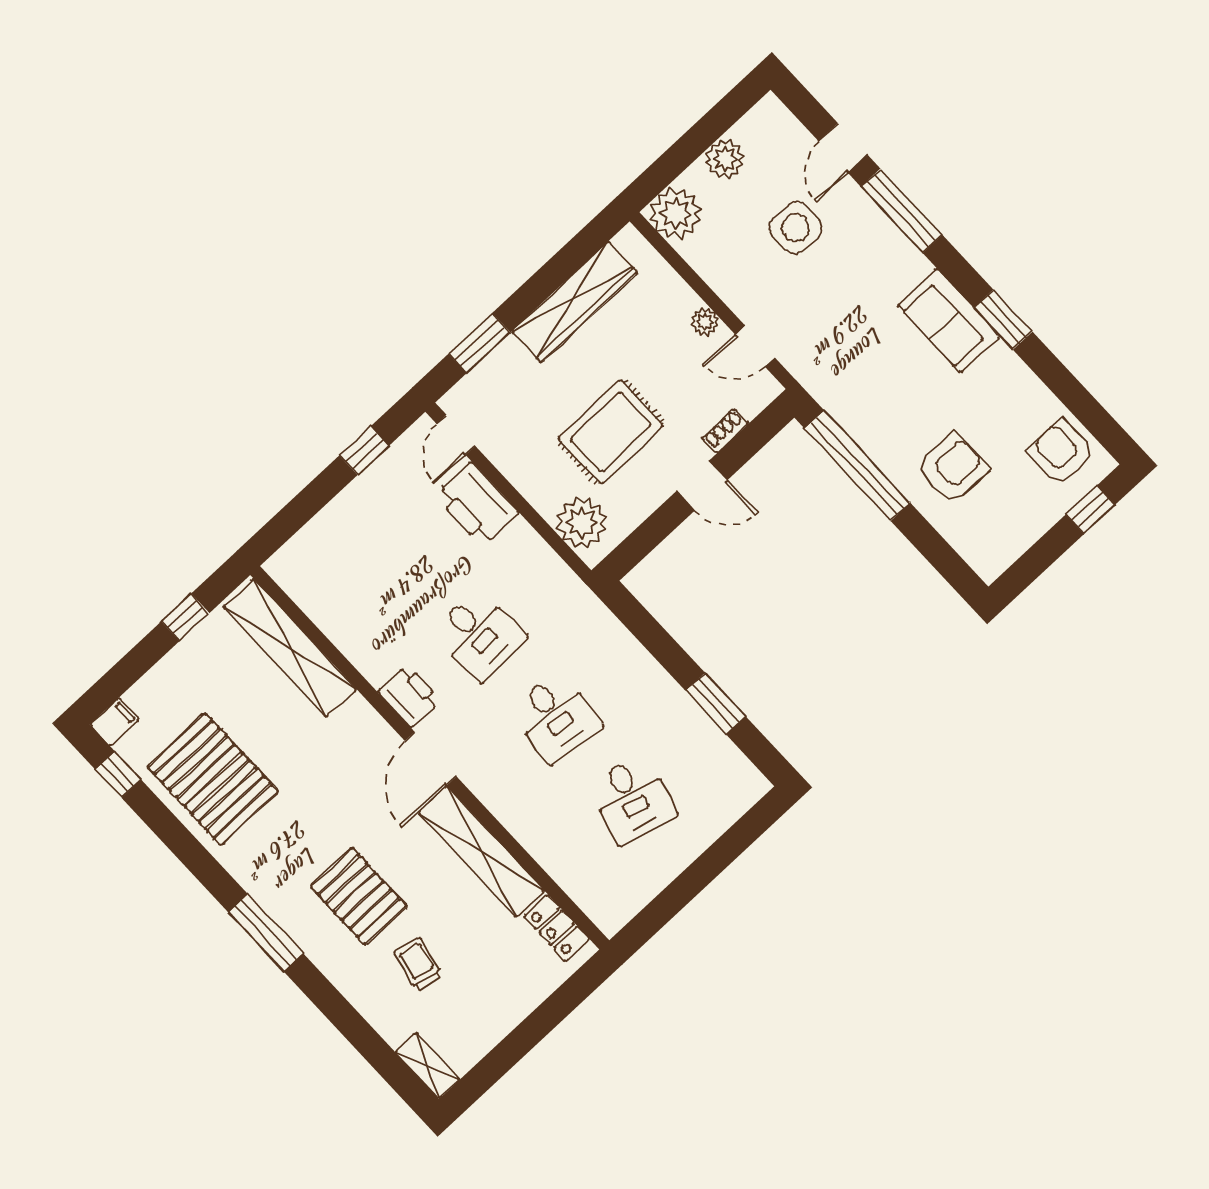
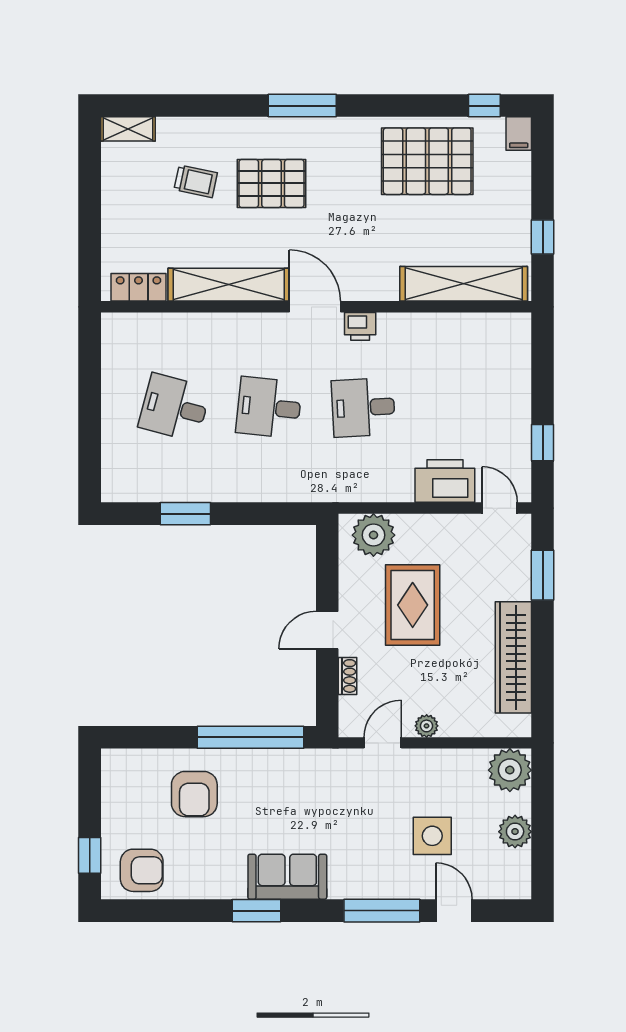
printer: (409, 696) -> (360, 326), width x0.73, depth x0.81

